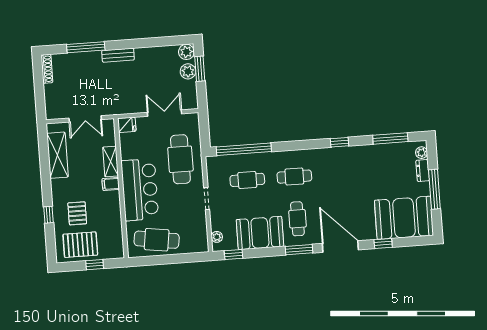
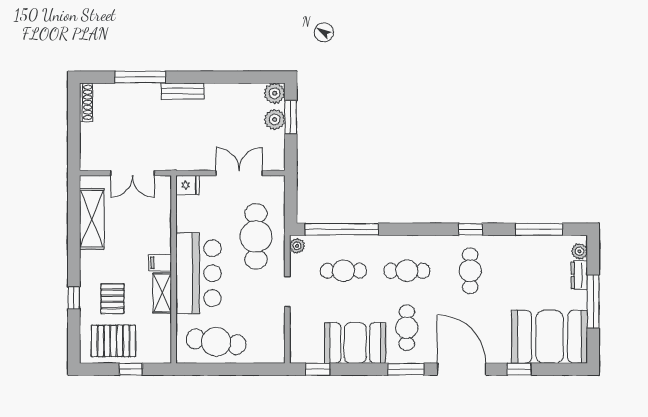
shelving: (111, 161) -> (162, 293), moved
cafe table: (341, 173) -> (470, 271), added
plant: (217, 237) -> (297, 246), moved

